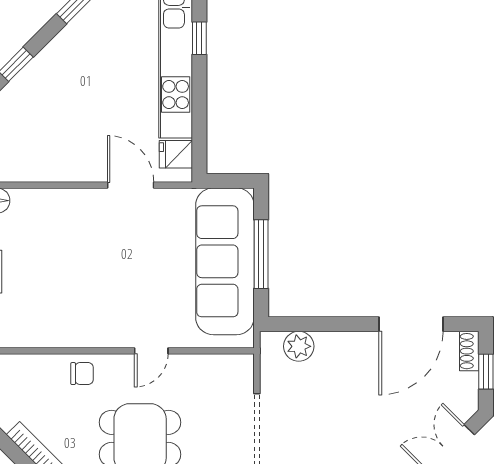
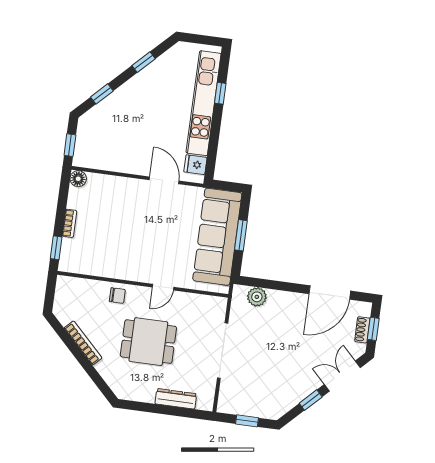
window: (261, 254) -> (241, 235), width x0.69
shoe rack: (469, 351) -> (362, 330), moved

